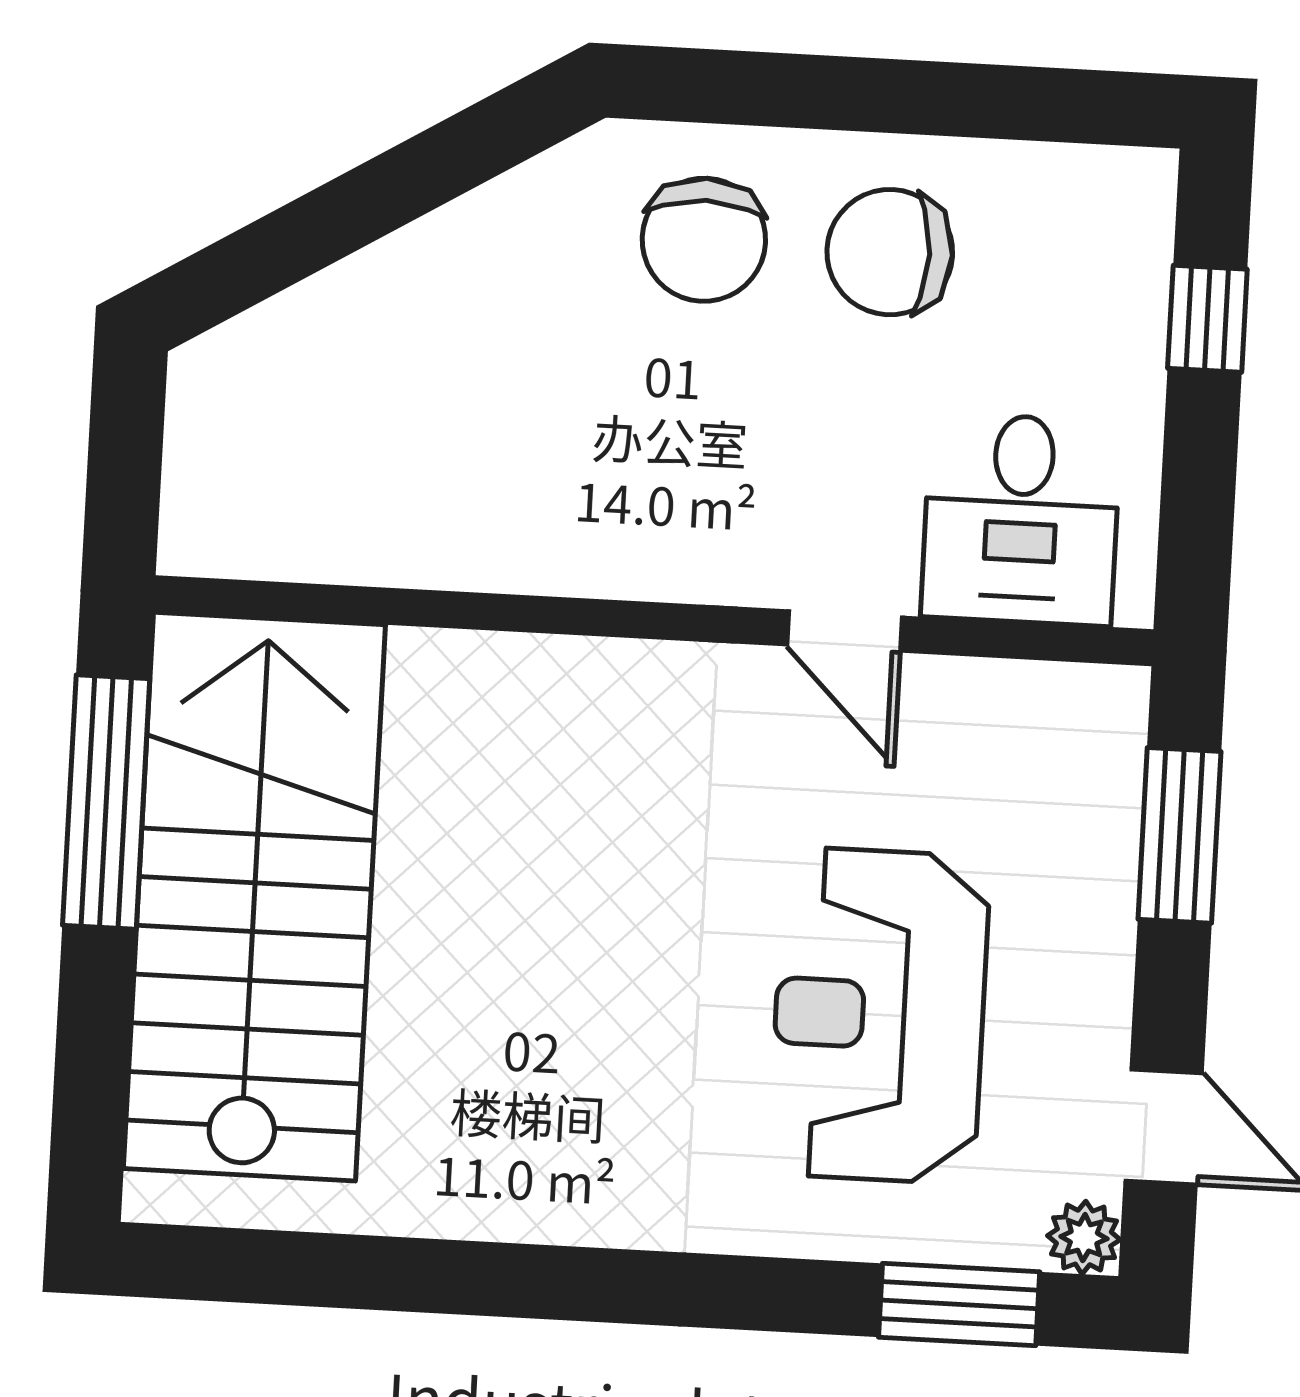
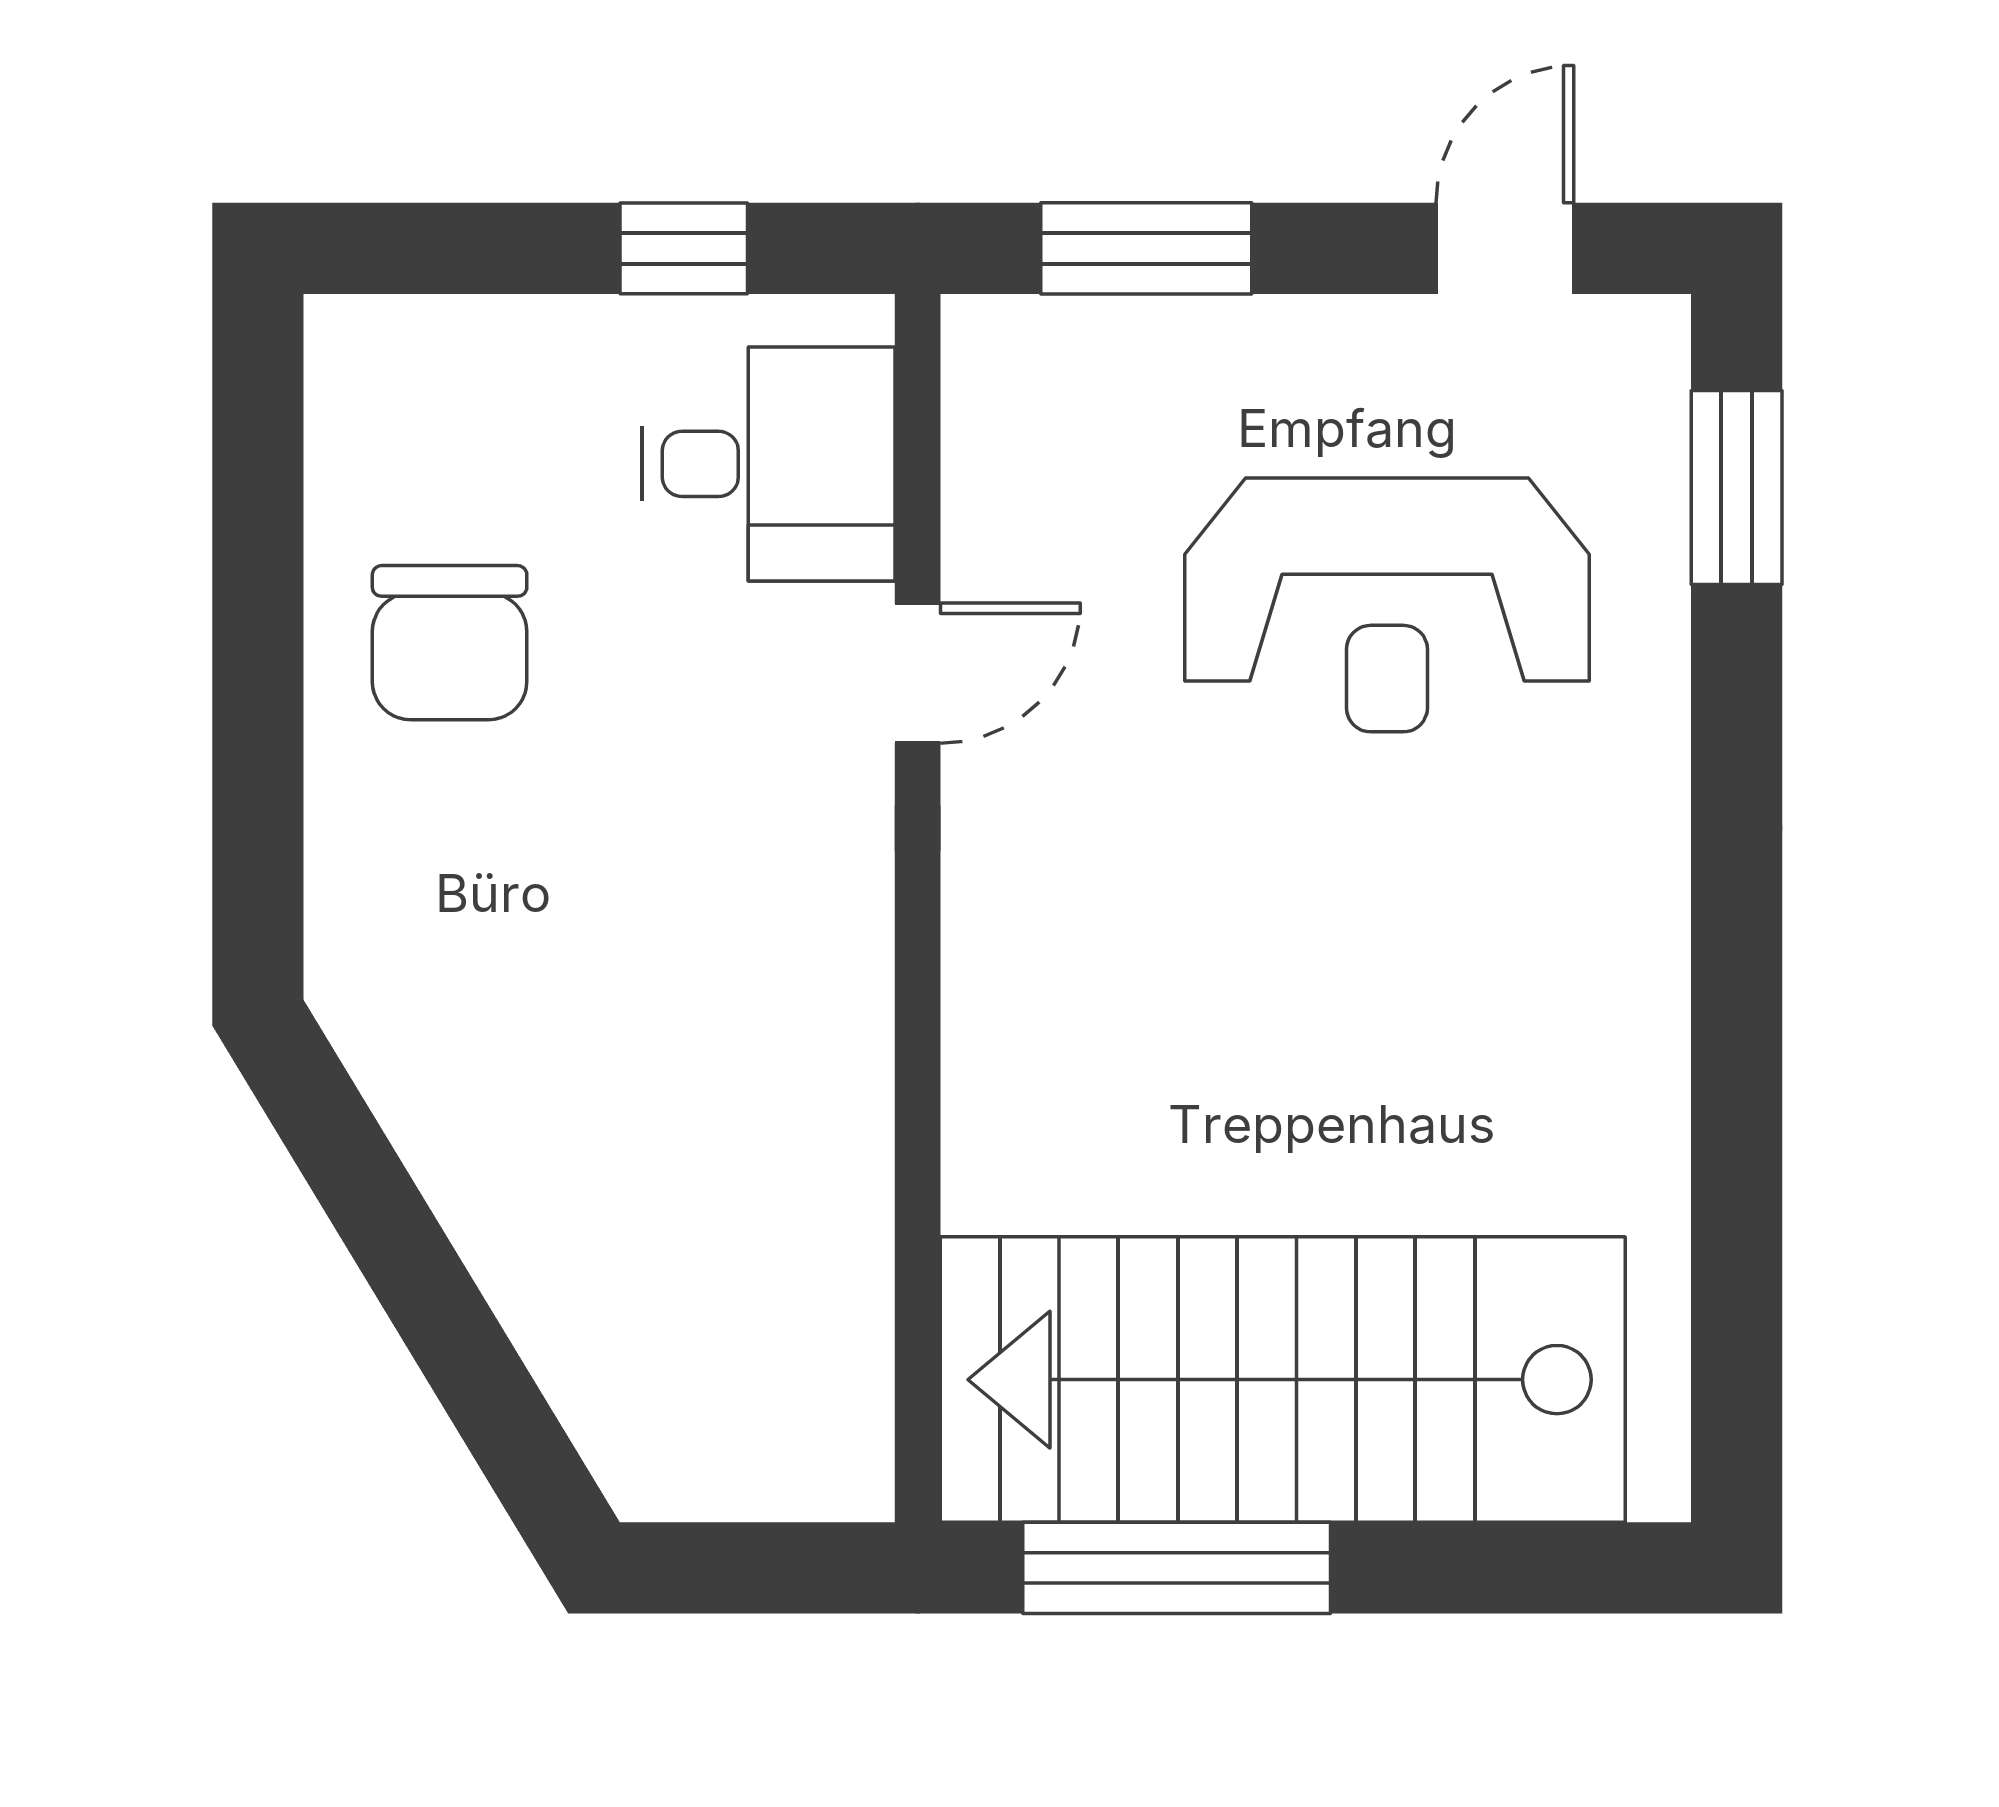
chair: (704, 240) -> (447, 872), removed
window: (1207, 319) -> (684, 248), moved
plant: (1084, 1238) -> (1646, 339), removed

